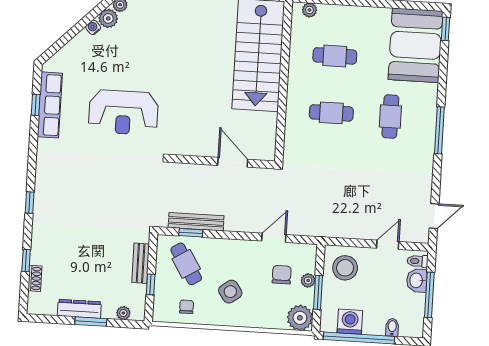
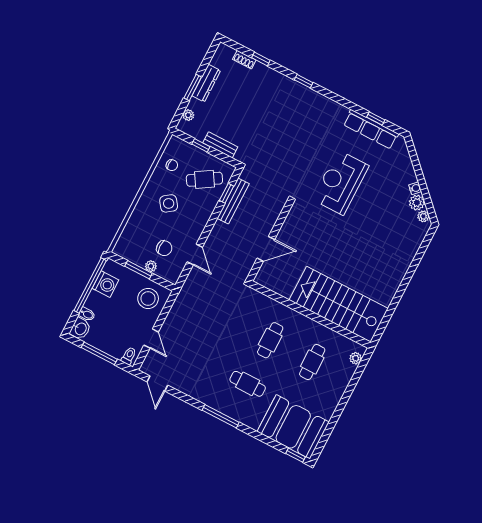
washbasin: (417, 280) -> (80, 329), moved, turned 90
plant: (300, 318) -> (125, 247), removed

